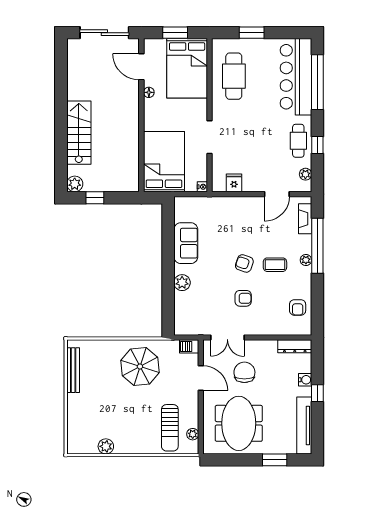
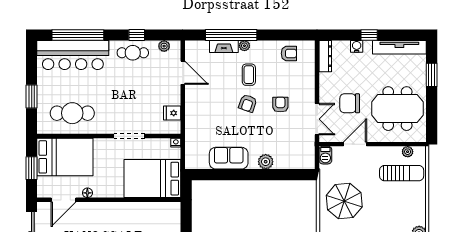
fireplace: (305, 219) -> (224, 46), moved

